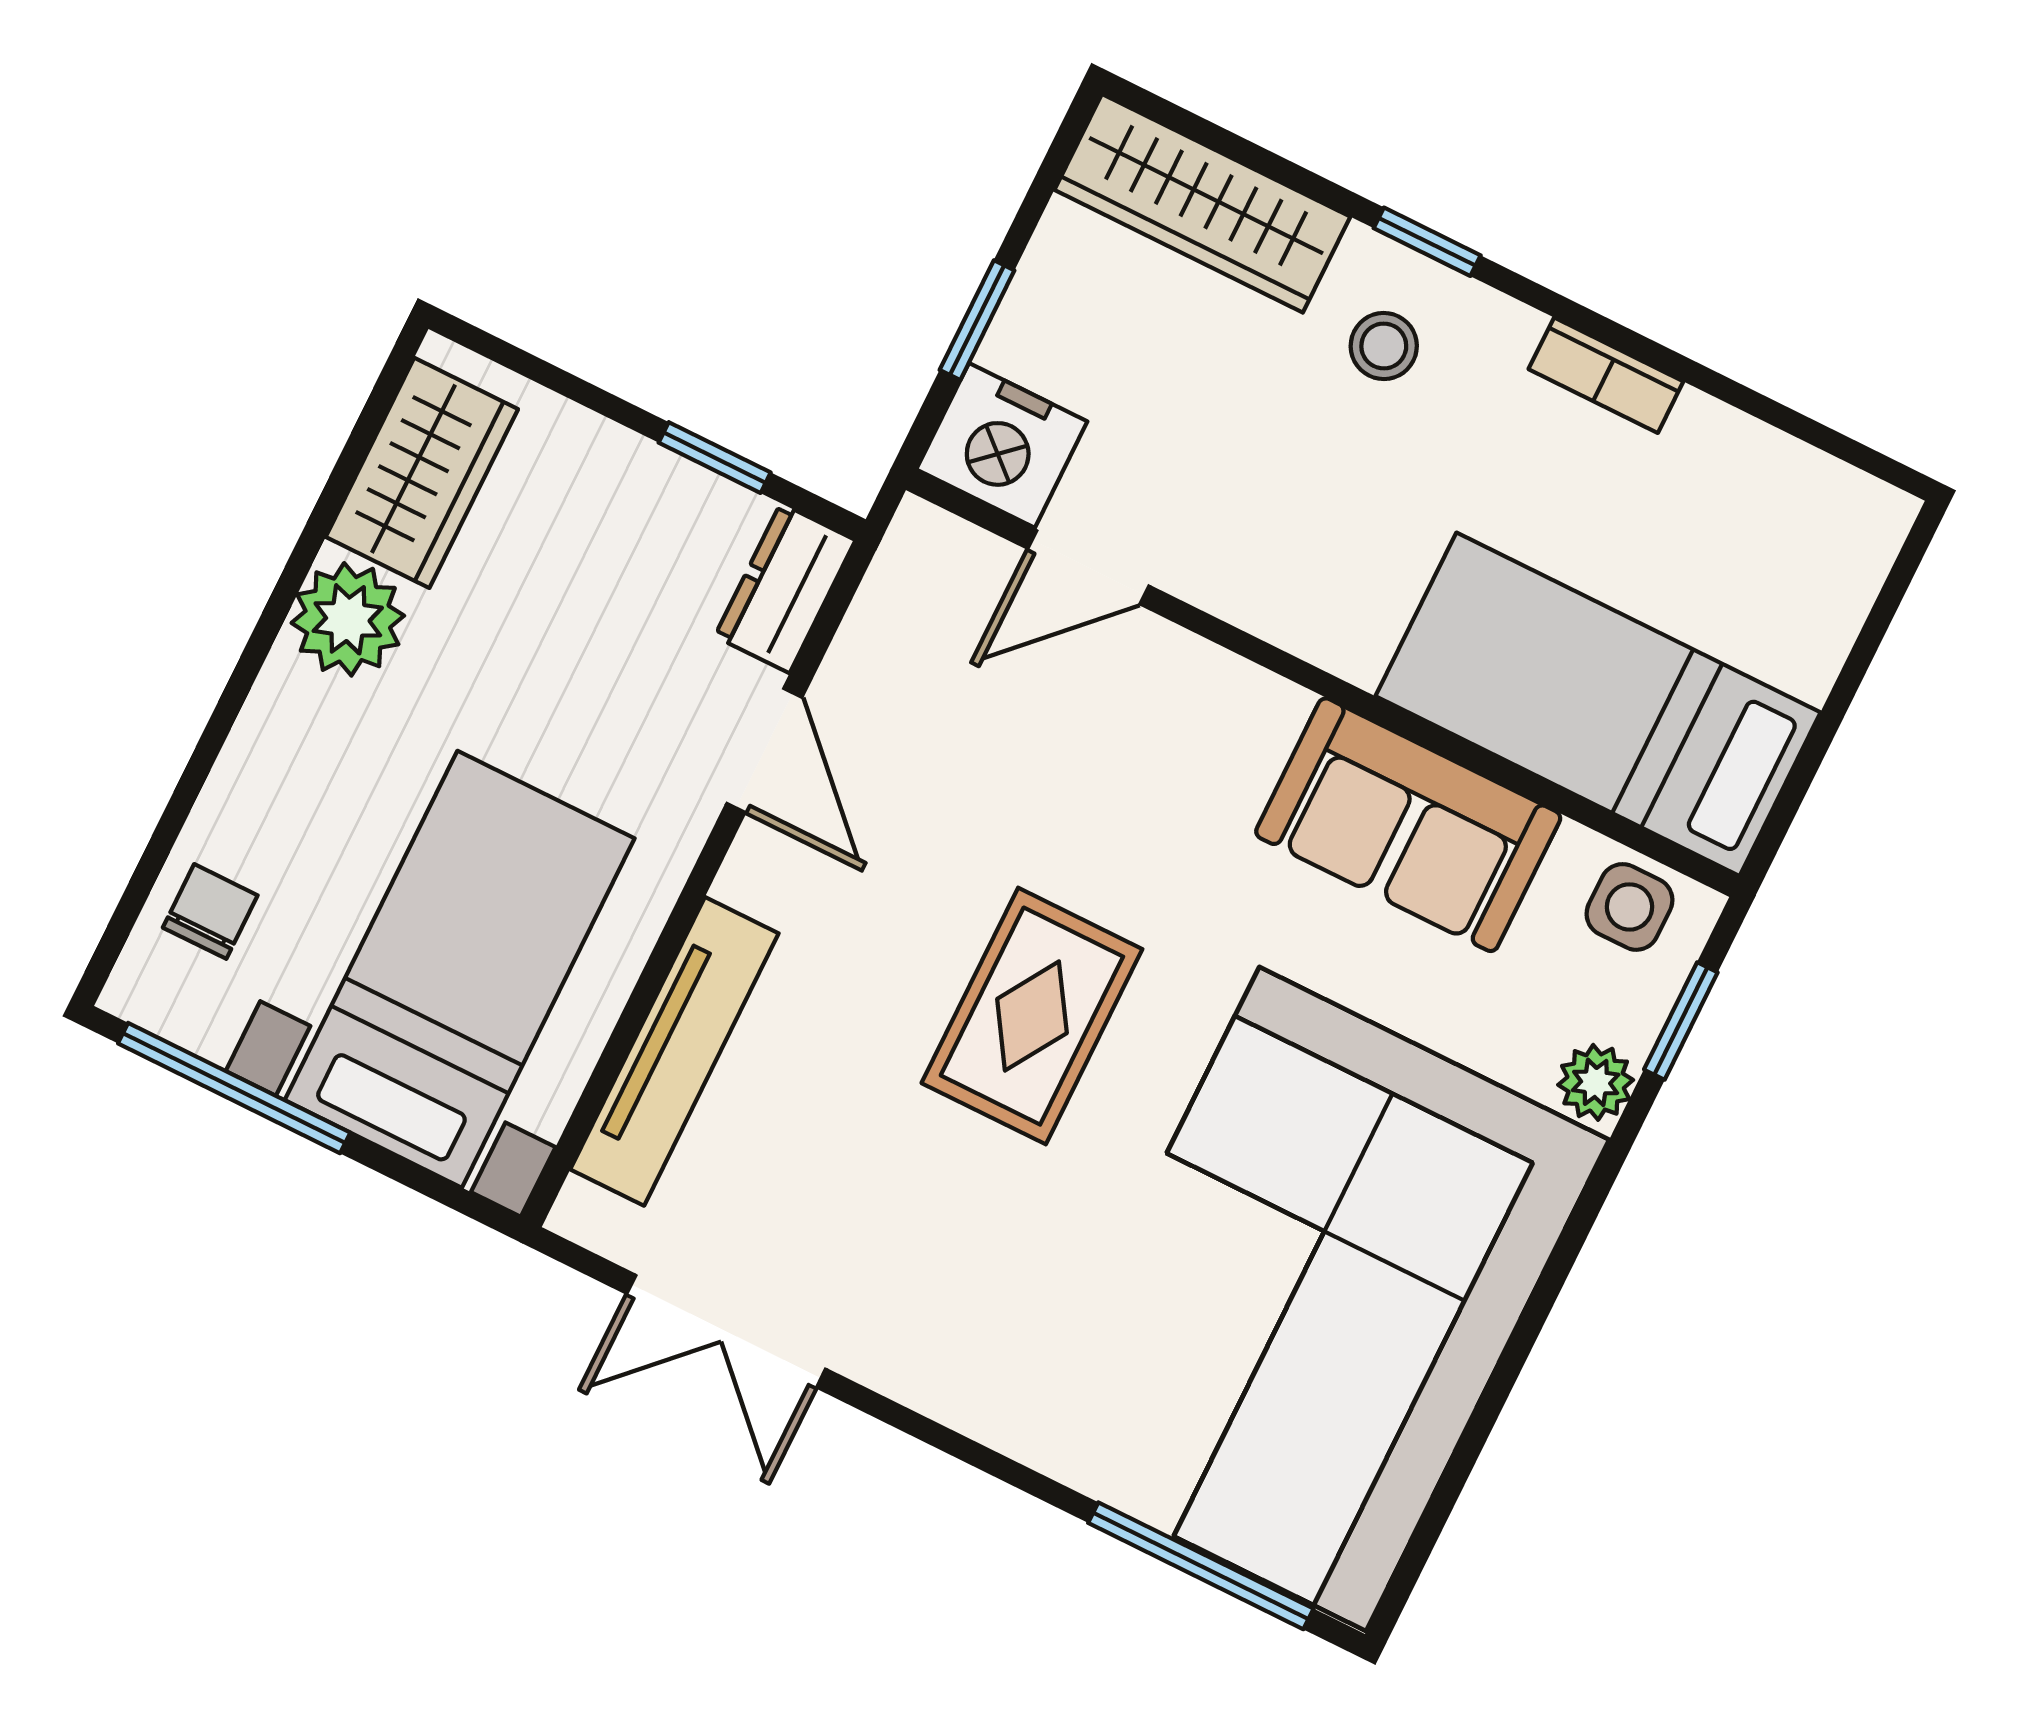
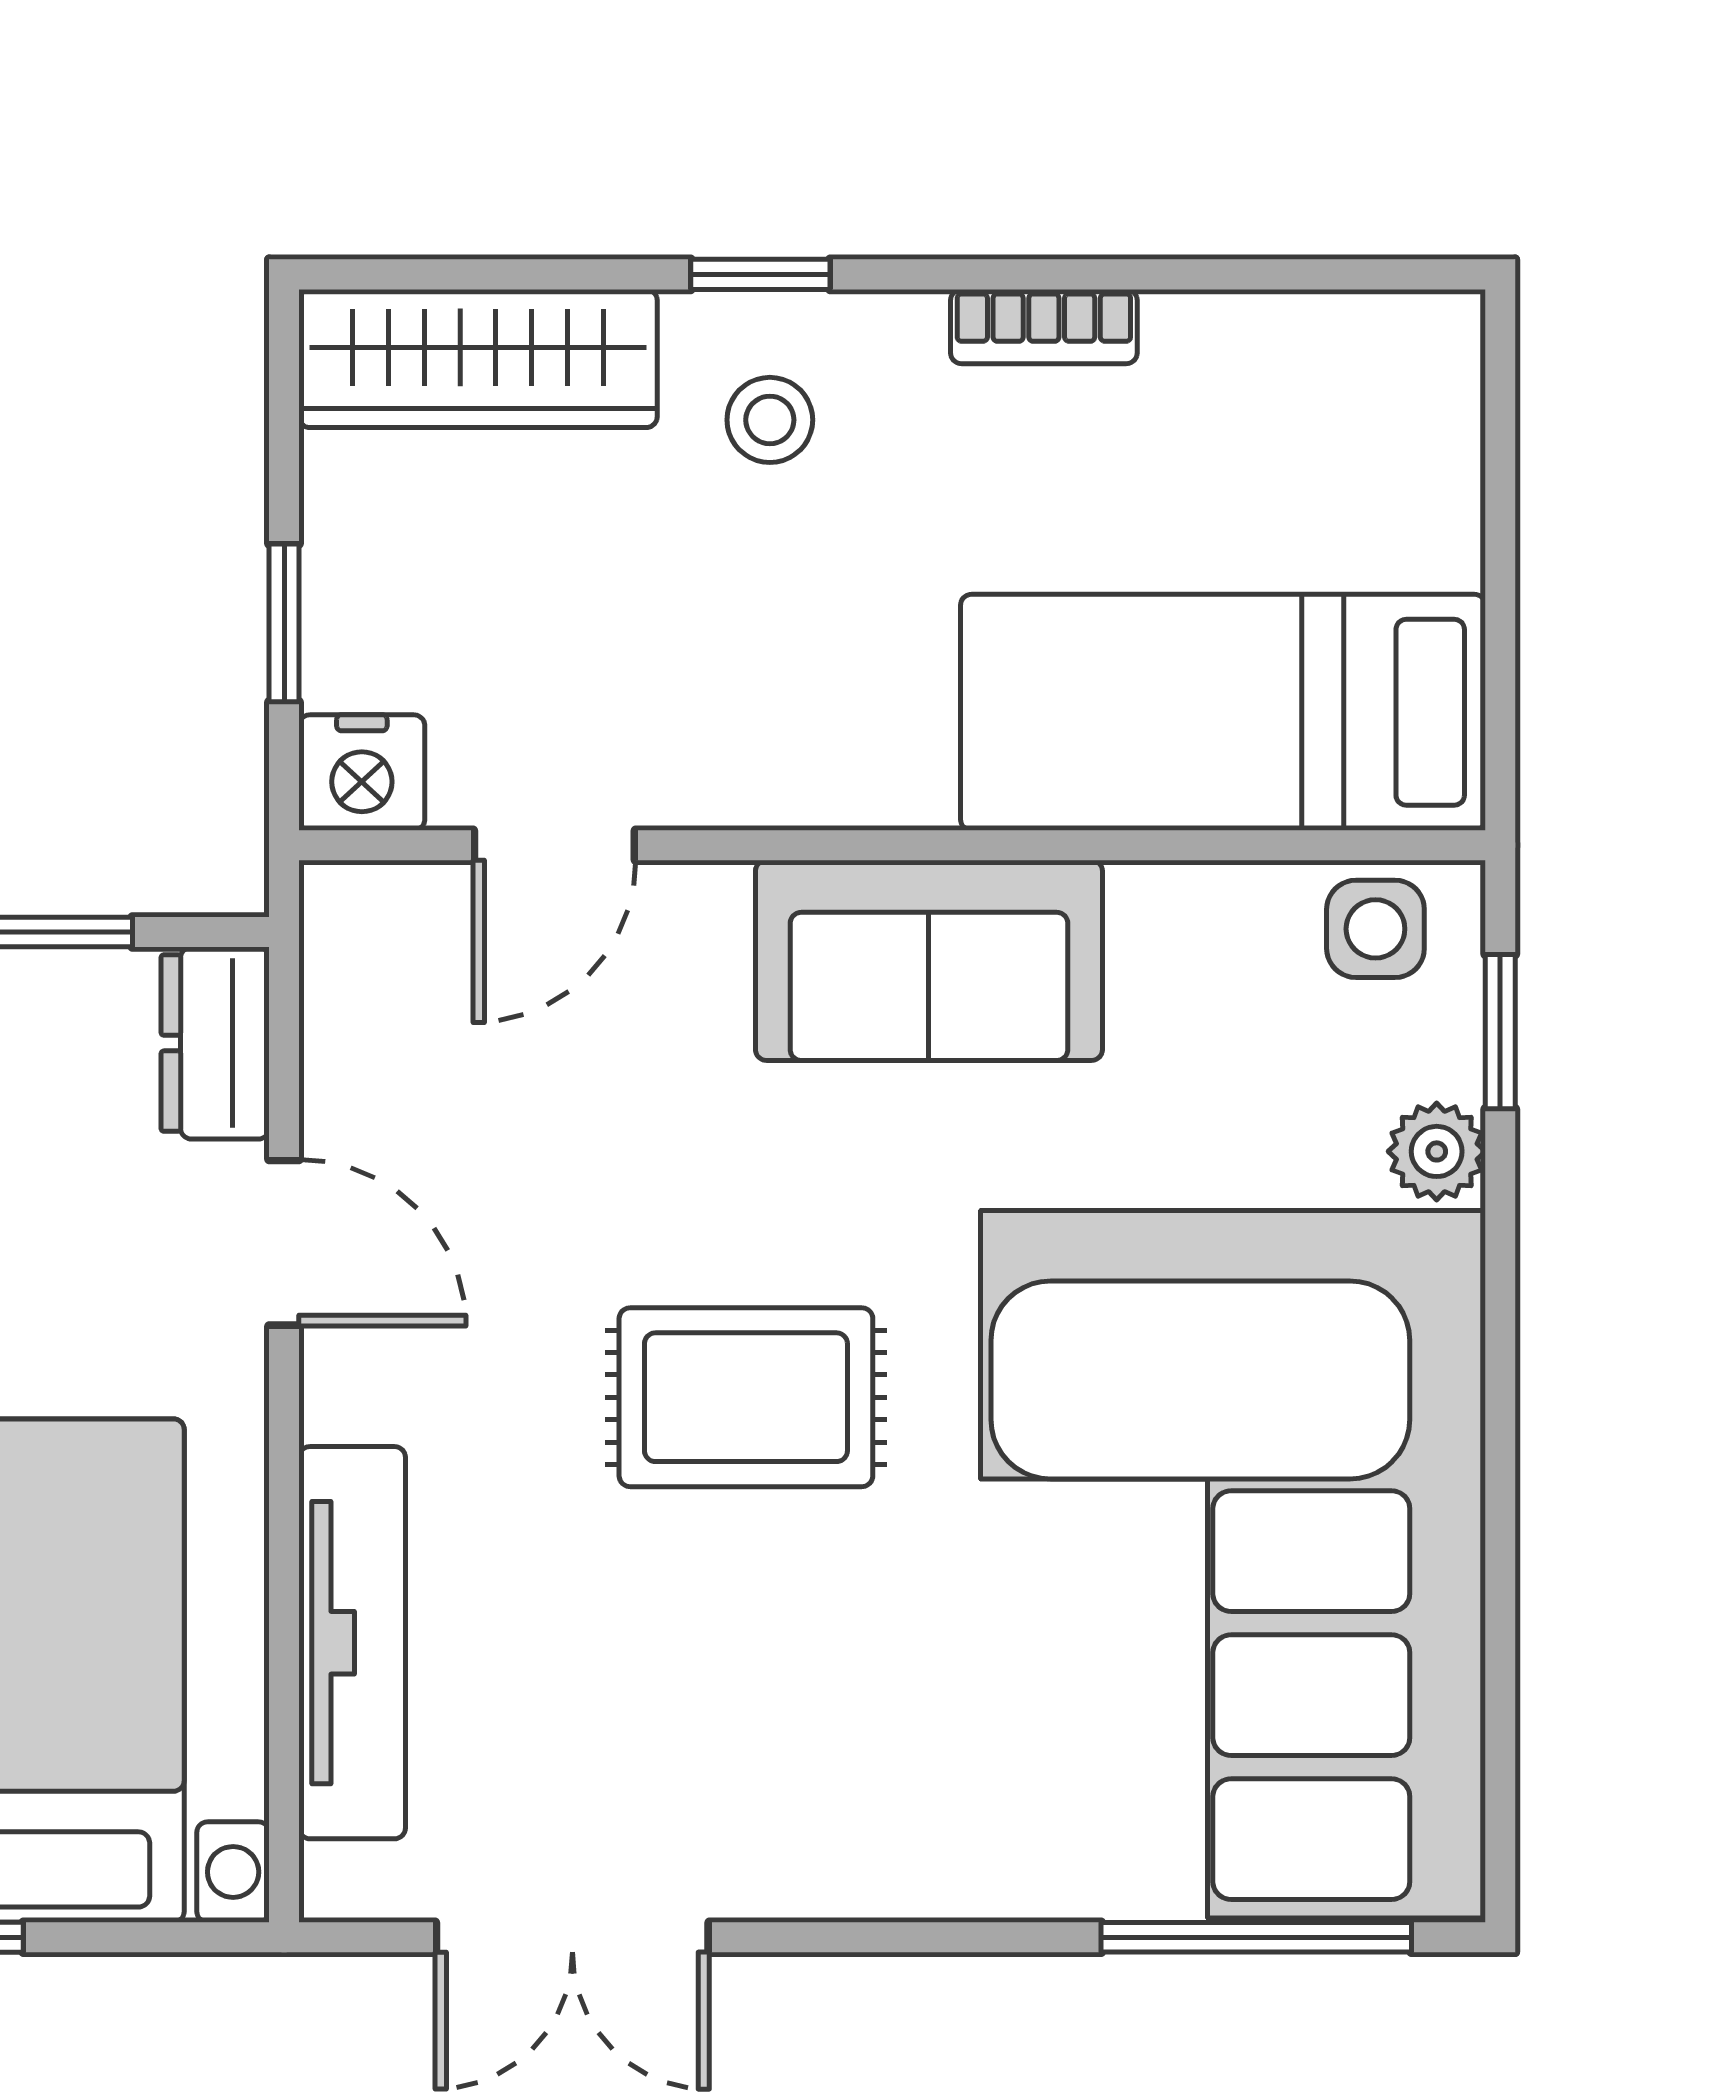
nightstand: (1002, 445) -> (362, 772), width x0.74, depth x0.75
sofa: (1408, 825) -> (929, 960), moved
rug: (1032, 1016) -> (746, 1397), turned 90

